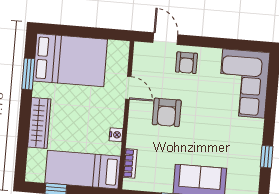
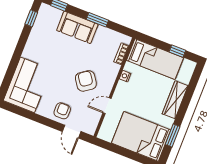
door: (128, 88) -> (107, 106), hinge flipped
armchair: (167, 112) -> (86, 81), turned -35
window: (267, 157) -> (31, 18), moved

